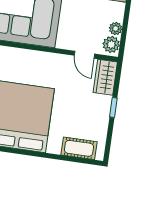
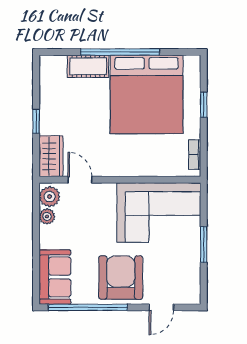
cot: (79, 148) -> (88, 66), moved
window: (37, 154) -> (120, 52), added

